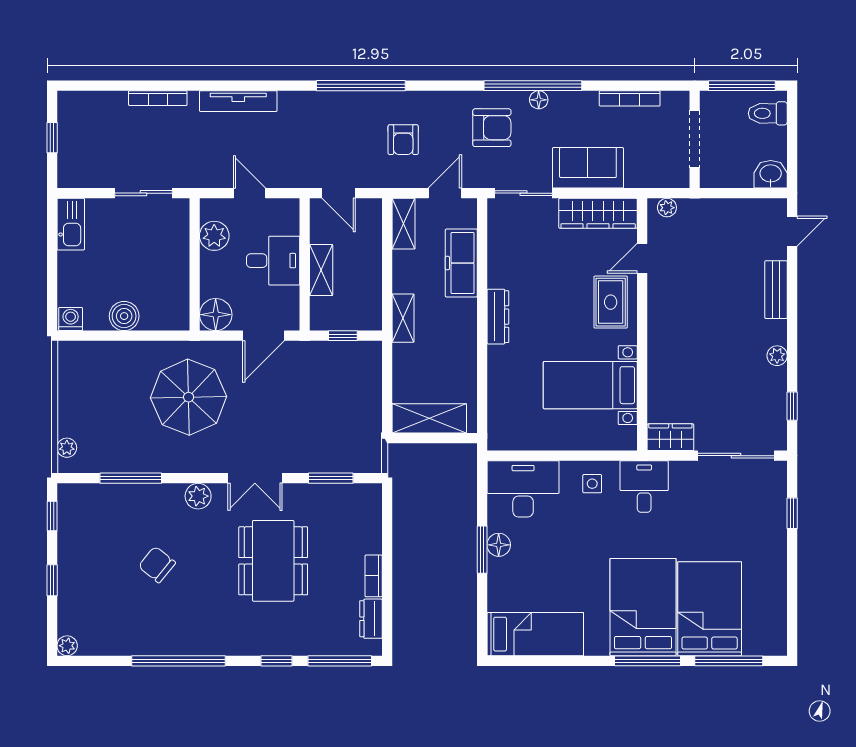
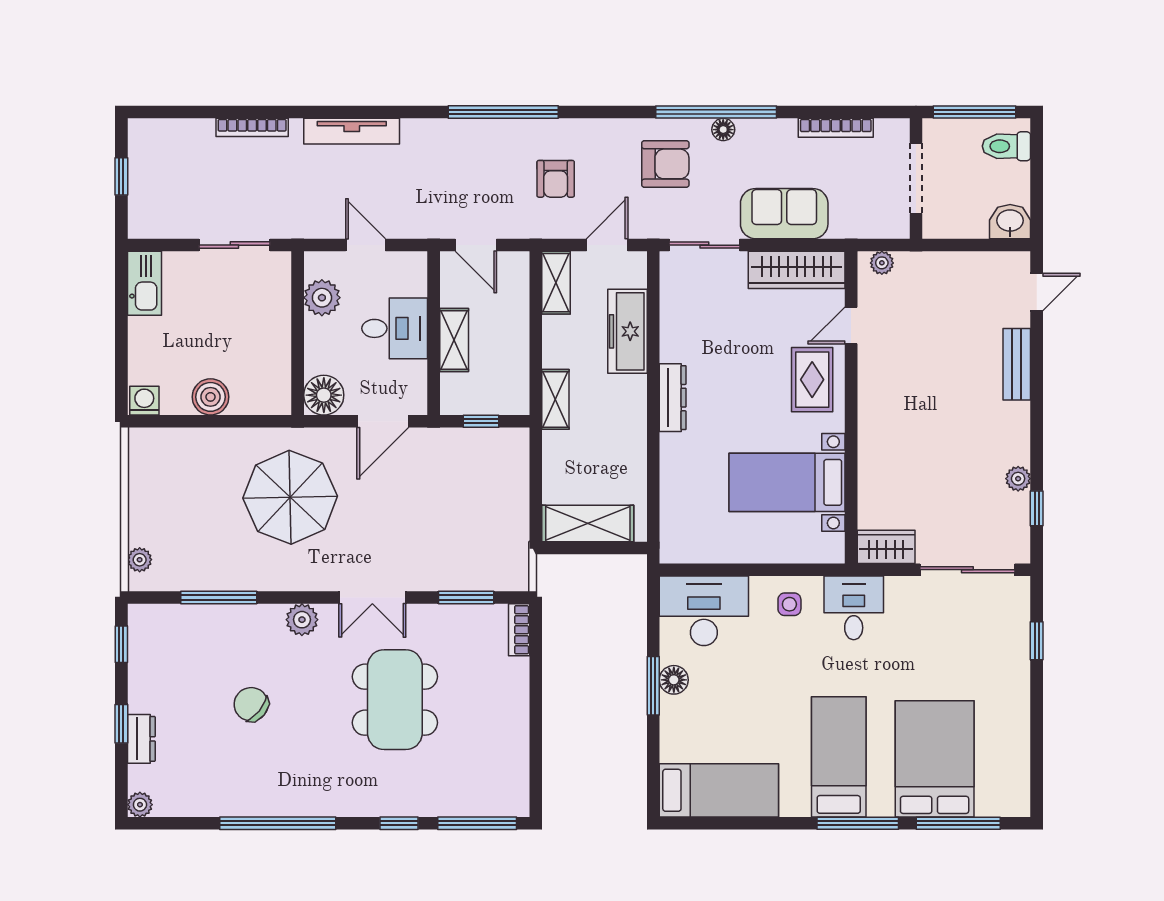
plant: (777, 356) -> (1018, 479), moved
bookcase: (374, 576) -> (519, 630), moved
bed: (643, 607) -> (839, 757), width x0.67
dresser: (371, 619) -> (141, 739), moved, turned 180

